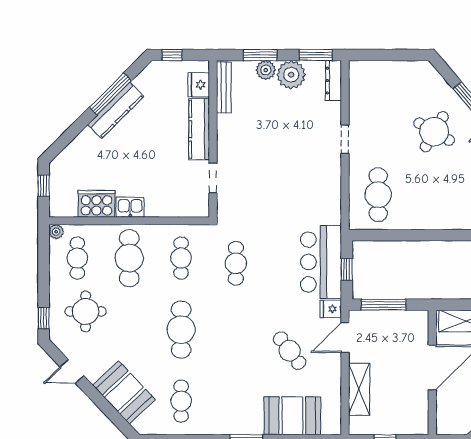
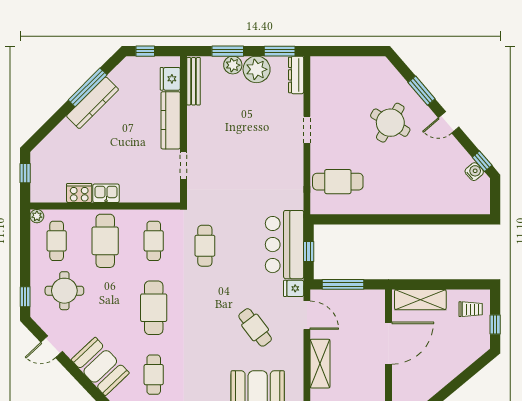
cafe table: (378, 195) -> (338, 182), turned 90
cooker: (96, 204) -> (79, 193), width x0.73, depth x0.76
door: (345, 338) -> (307, 315), swing flipped

